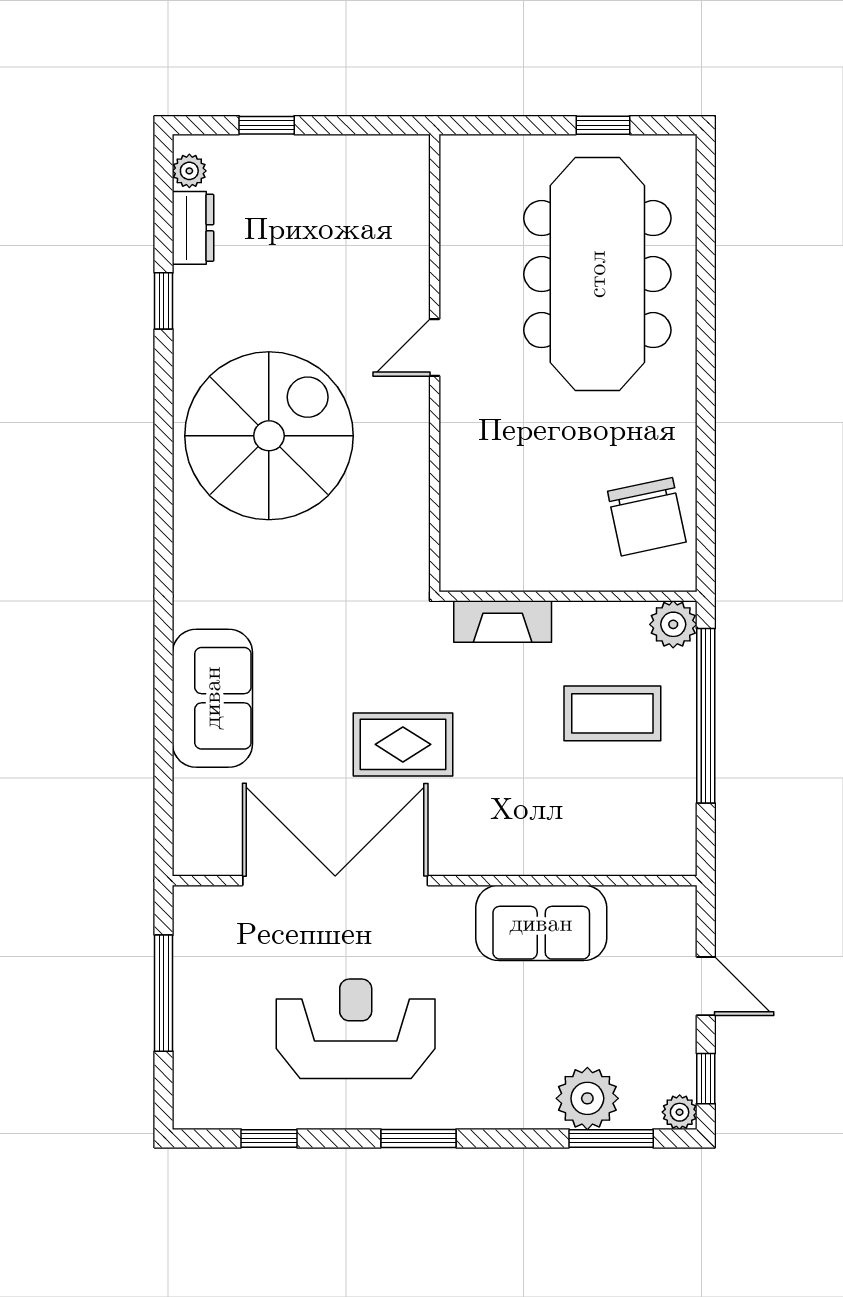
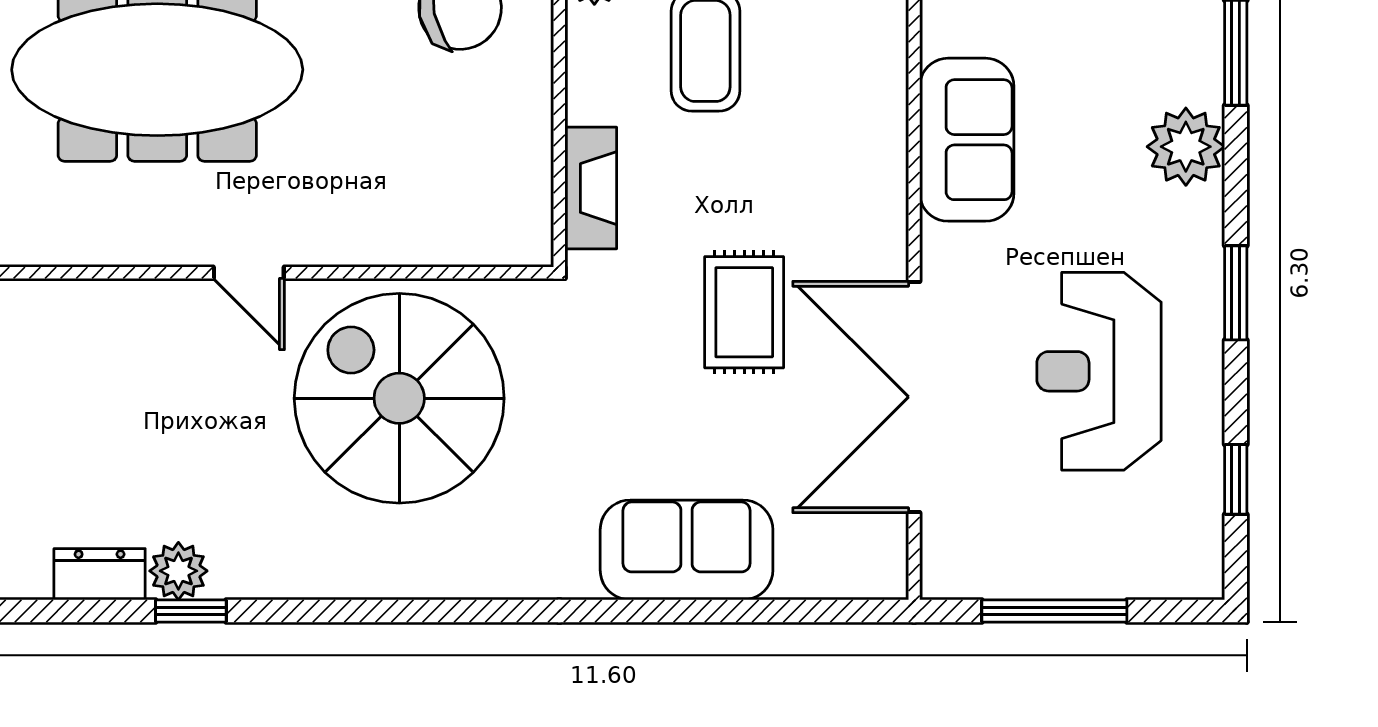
plant: (189, 171) -> (178, 571), moved, width x1.38, depth x1.38
spiral stairs: (269, 436) -> (399, 398), moved
plant: (587, 1098) -> (1186, 147), moved

